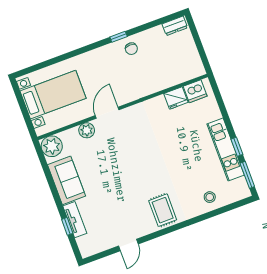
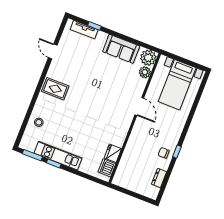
dresser: (175, 26) -> (159, 178), moved
plant: (87, 130) -> (145, 72), moved
tv unit: (75, 220) -> (84, 30), moved

